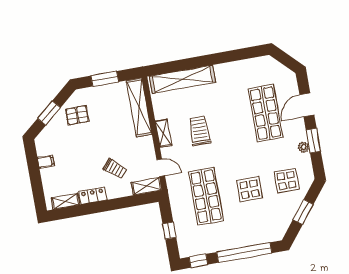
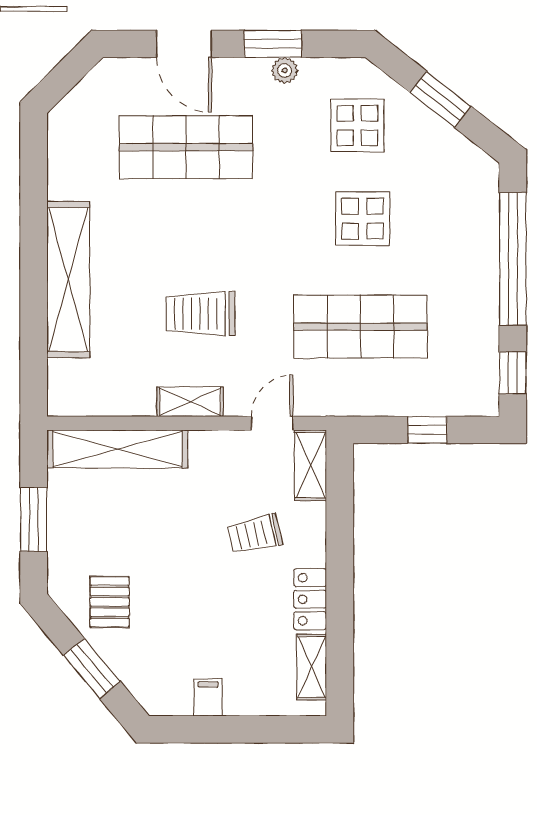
shelving: (182, 79) -> (68, 280), moved
trolley: (115, 169) -> (255, 534), turned -143

